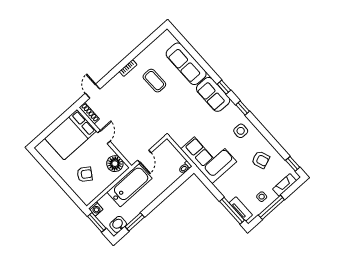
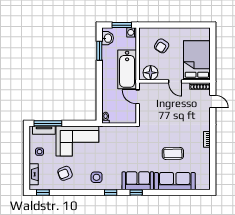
coffee table: (154, 81) -> (173, 153), moved
corner sofa: (209, 155) -> (77, 141), moved
window: (271, 207) -> (26, 152), removed

